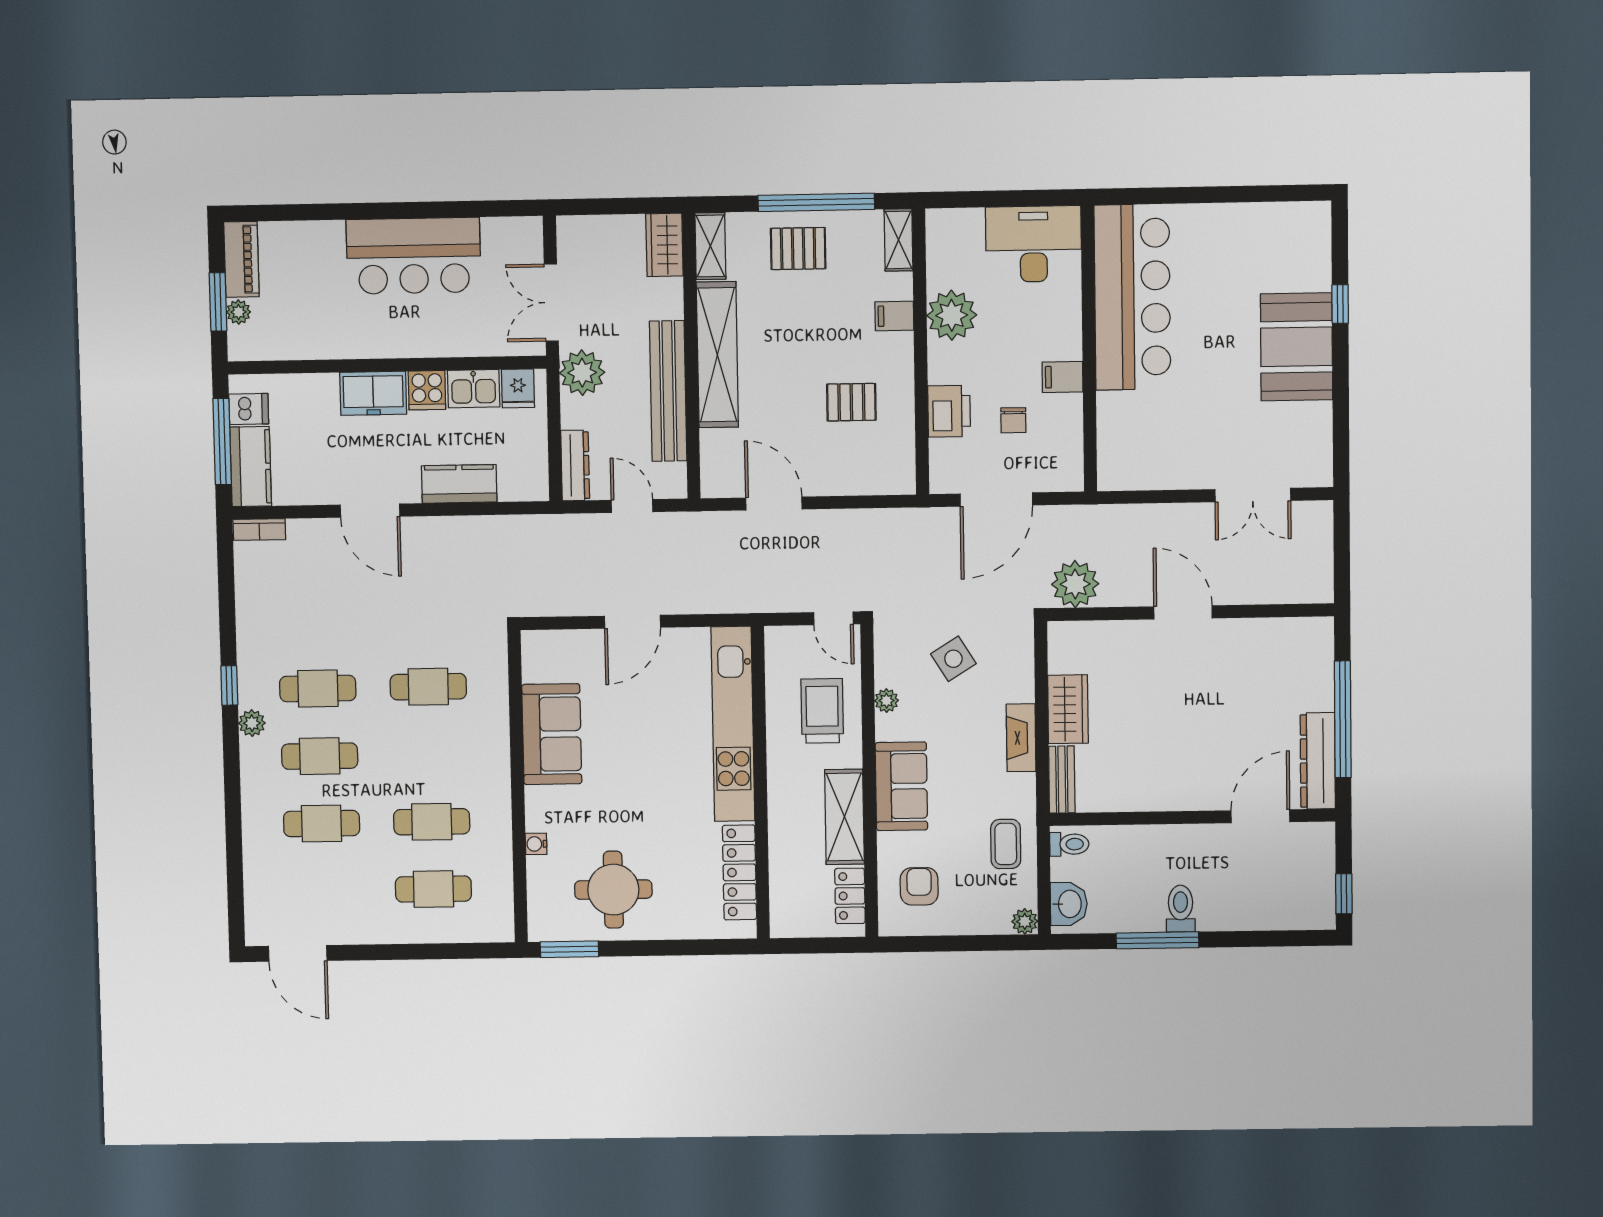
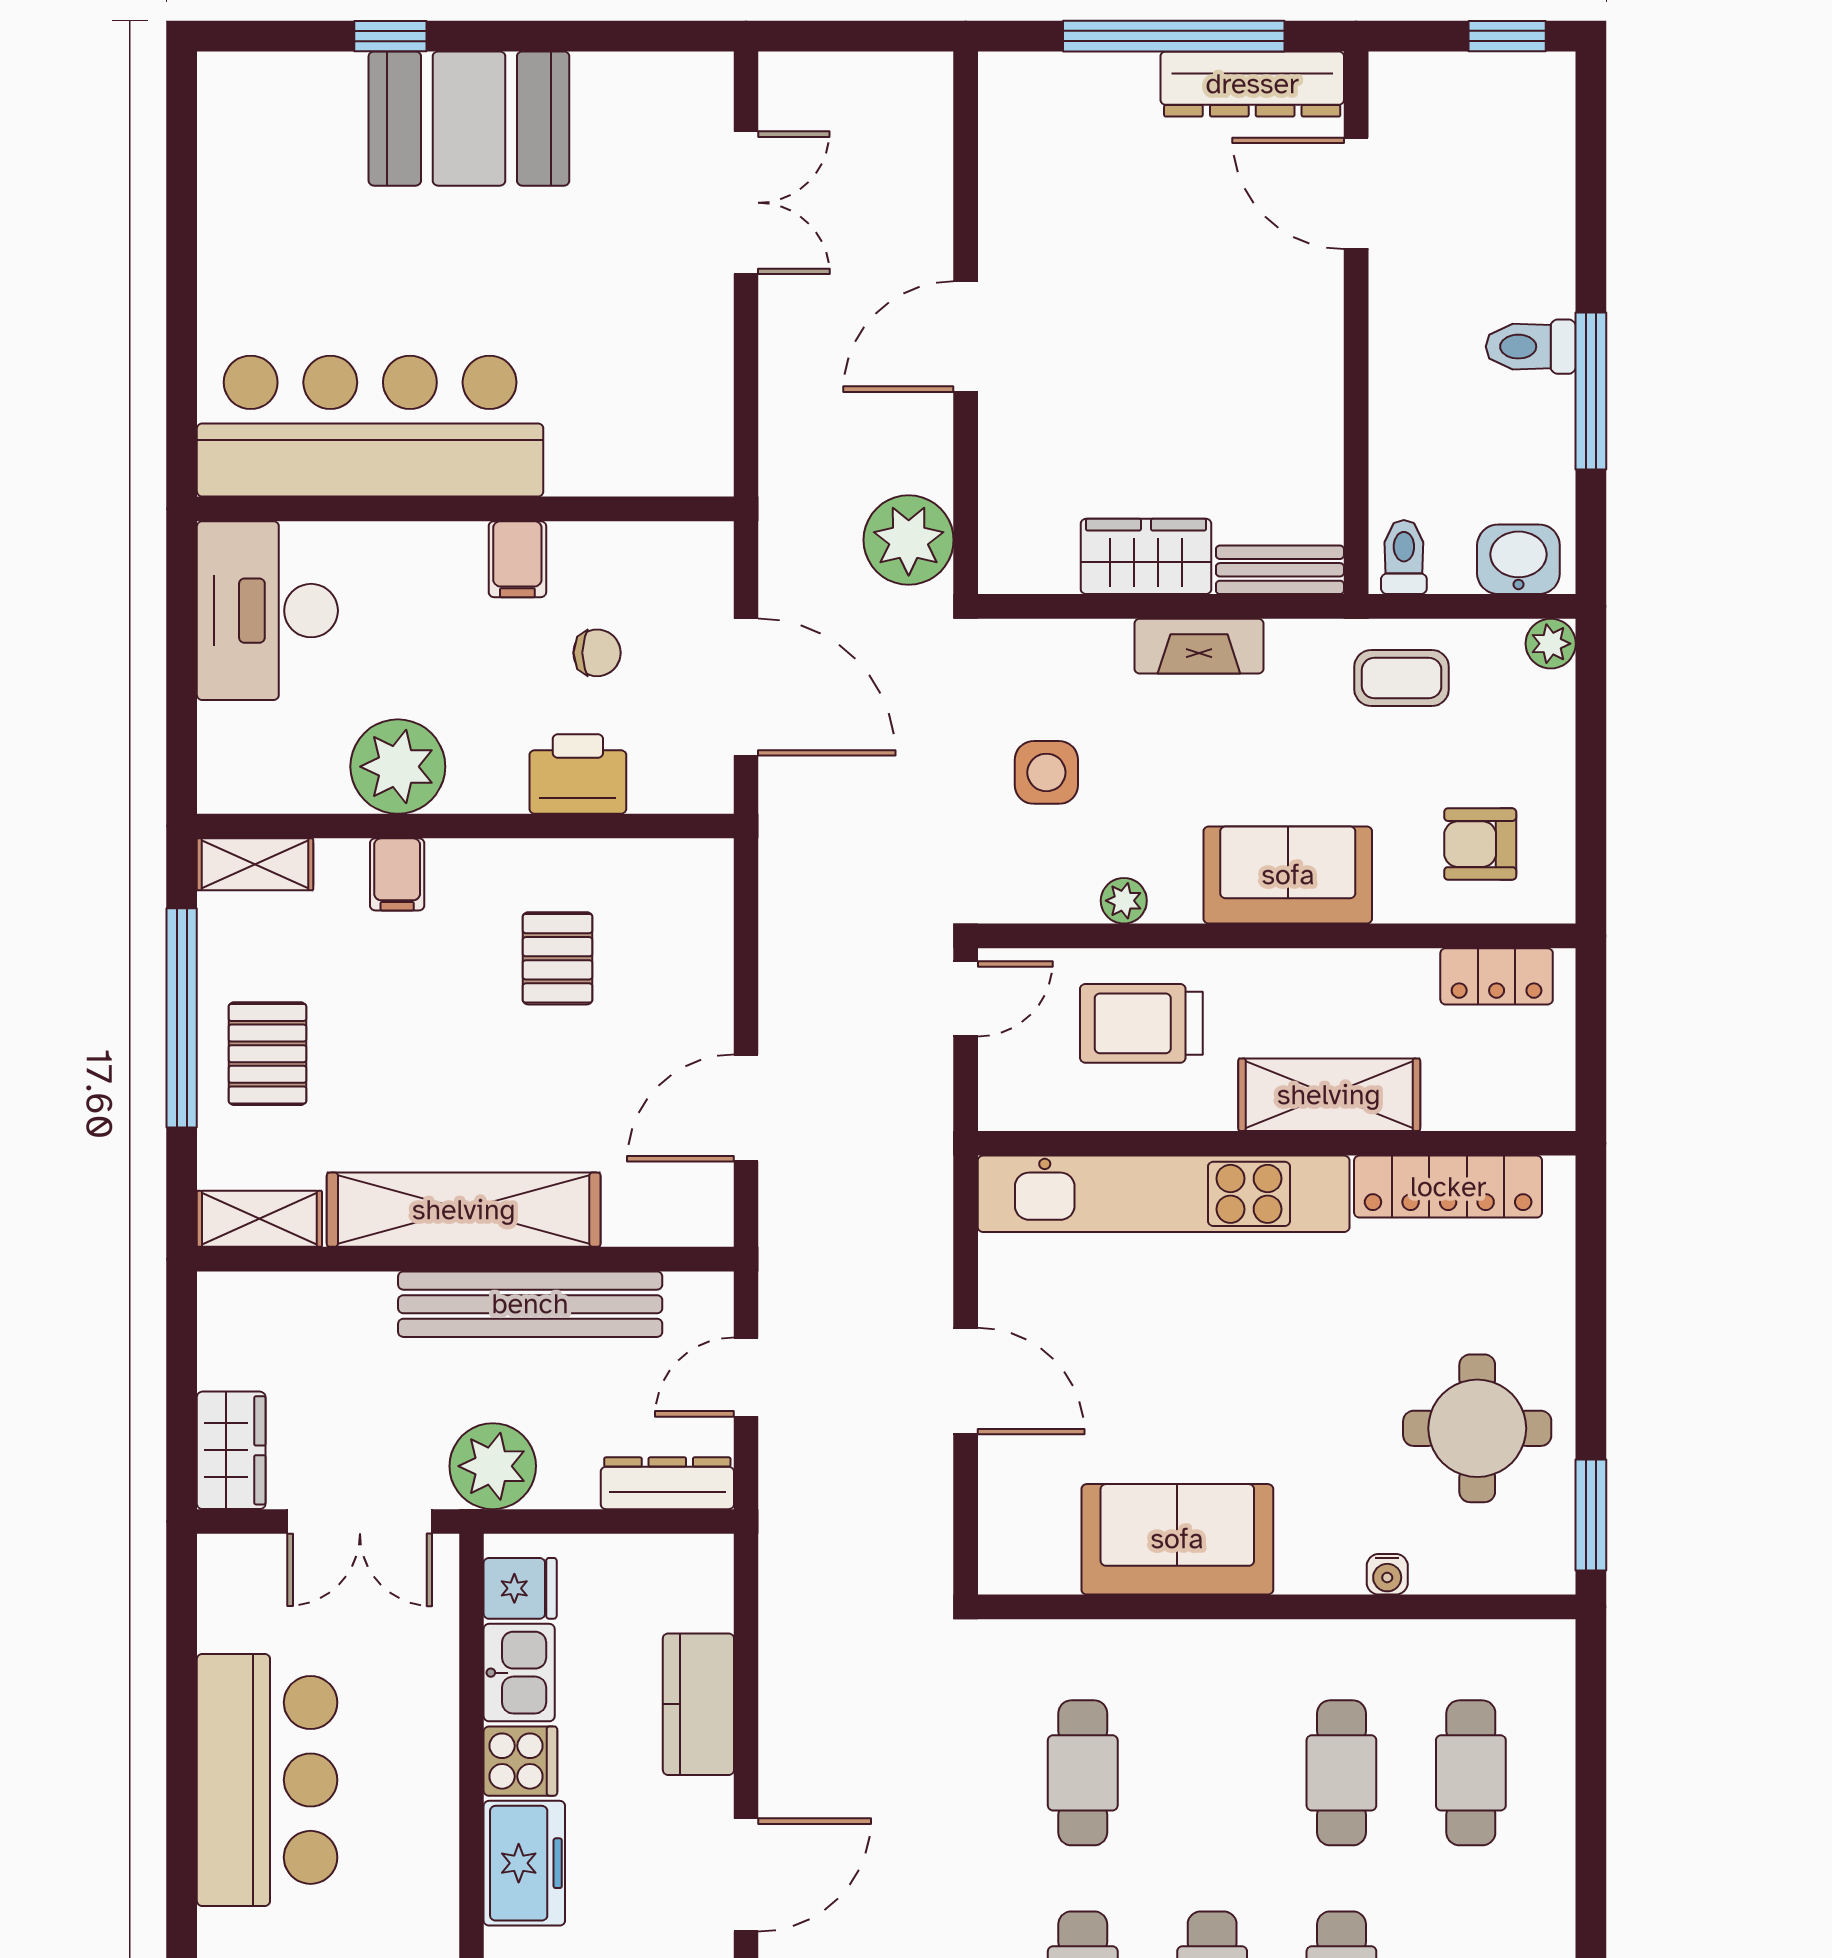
wardrobe: (664, 245) -> (231, 1450), moved, turned -90
side table: (953, 659) -> (1046, 772), turned 32
shelving: (844, 817) -> (1329, 1095), moved

